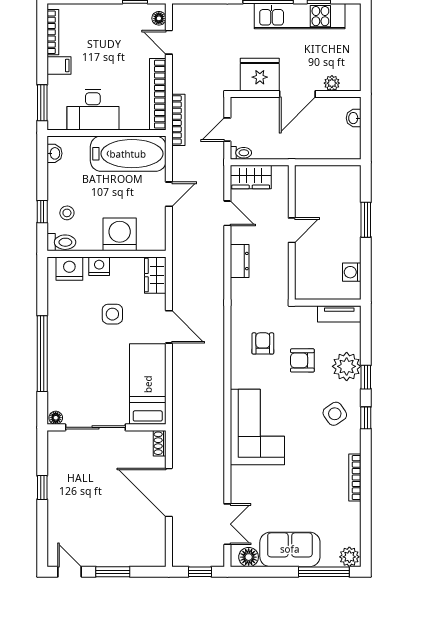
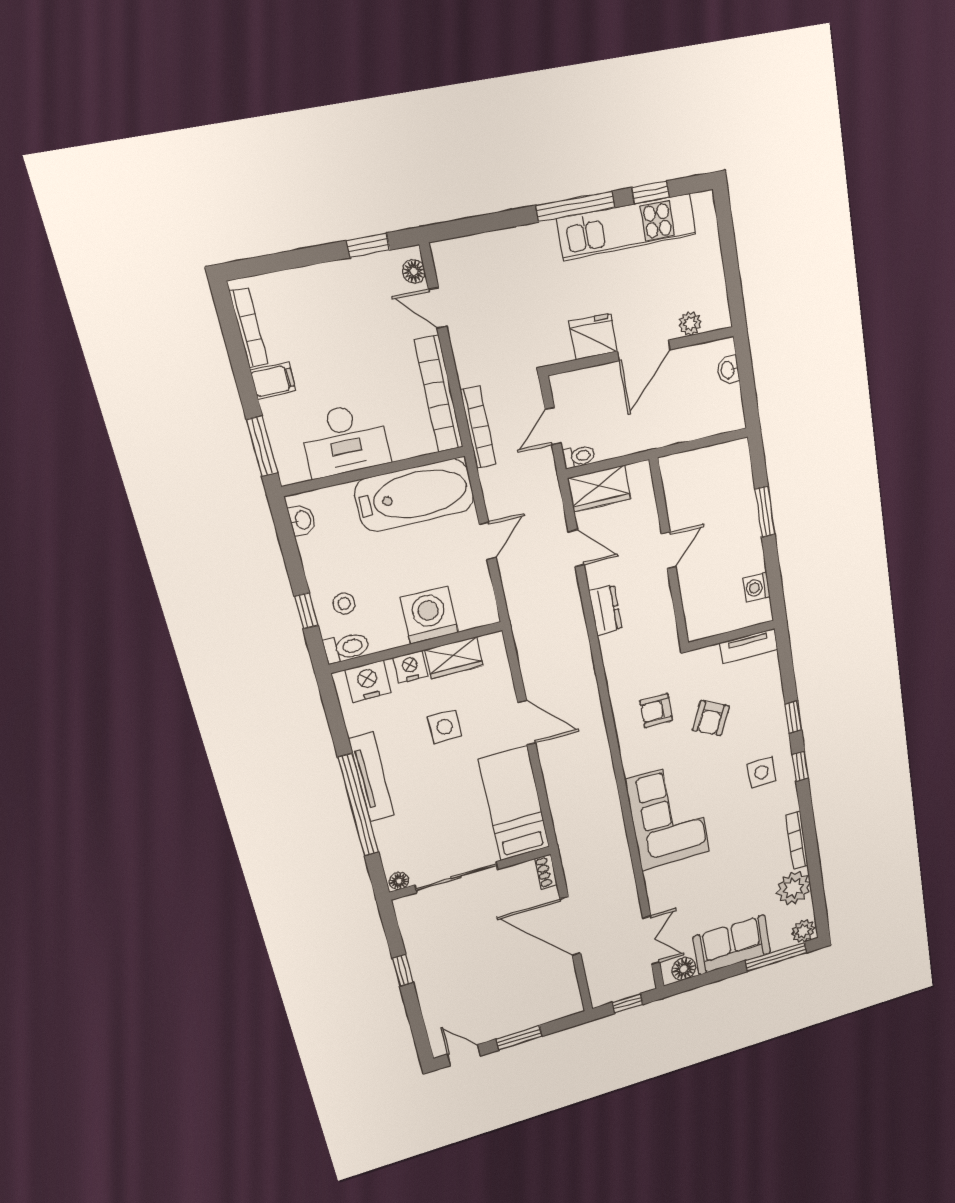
fridge: (260, 75) -> (593, 337), width x0.73, depth x0.75
wardrobe: (155, 275) -> (454, 658), moved, turned -90
tv unit: (56, 336) -> (372, 777), added
armchair: (263, 343) -> (656, 711), turned -90
armchair: (302, 360) -> (711, 718), turned -64
plant: (347, 366) -> (794, 888), moved
side table: (335, 414) -> (762, 772), turned 34

